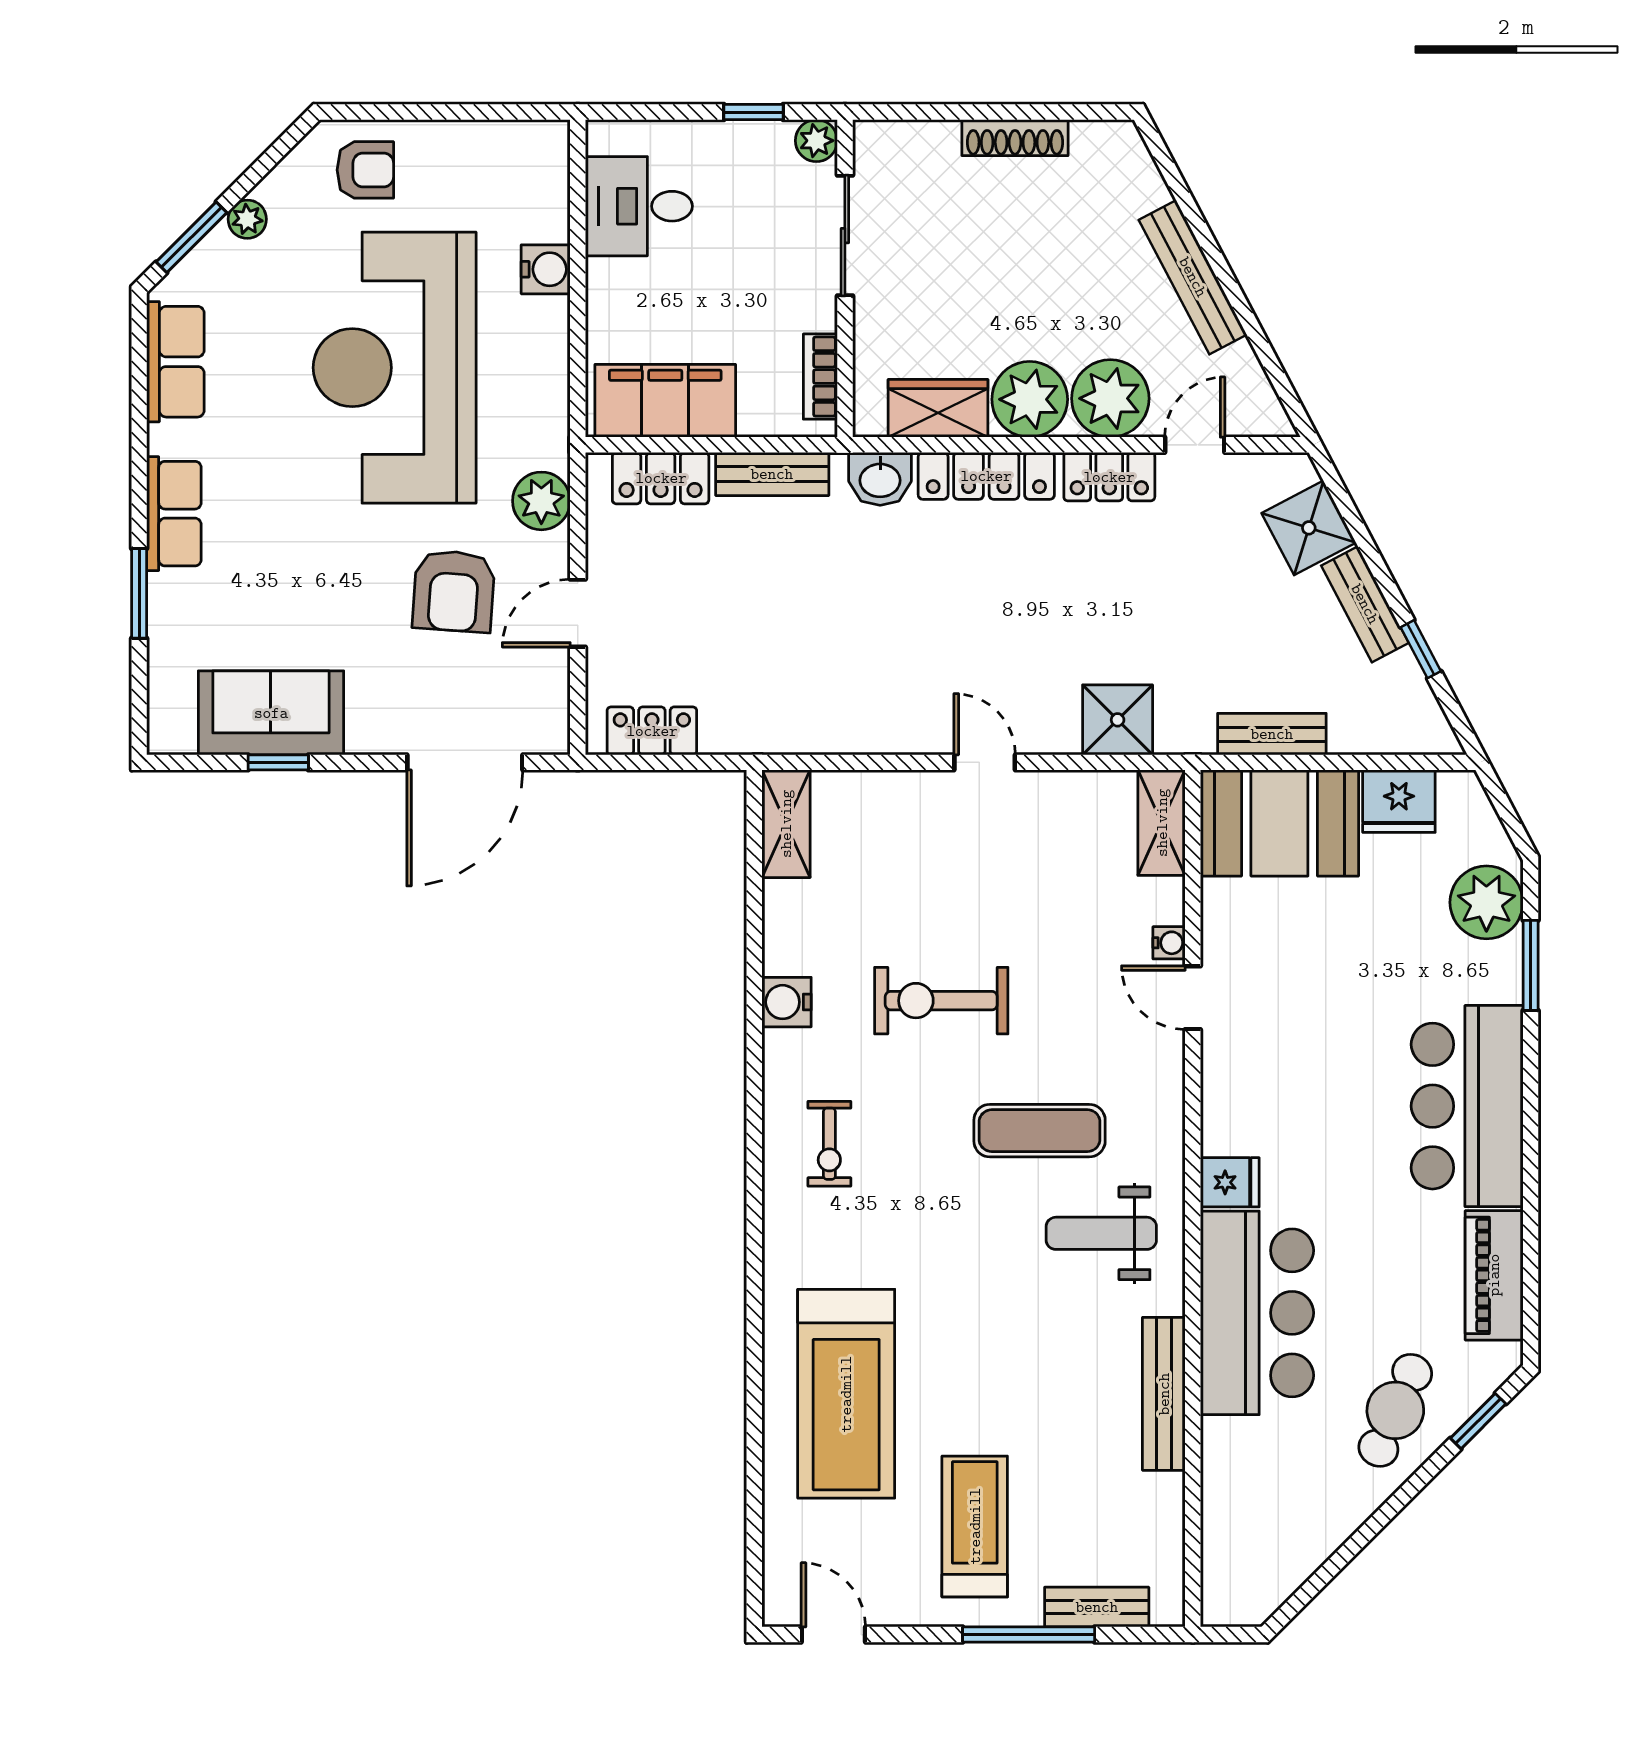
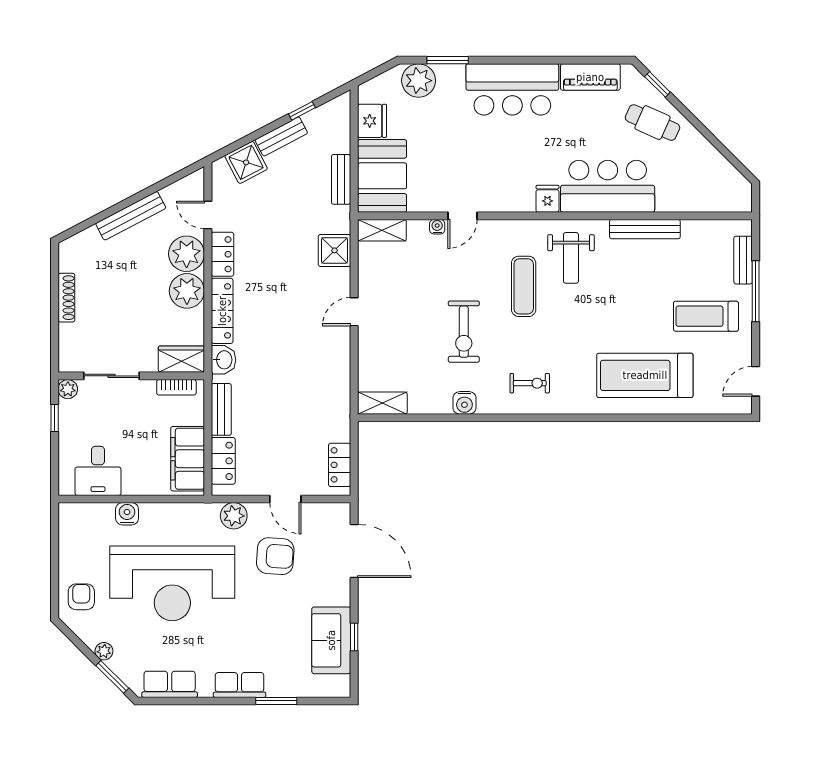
wardrobe: (938, 408) -> (181, 359), moved, turned 90
treadmill: (846, 1394) -> (645, 375), turned 180

